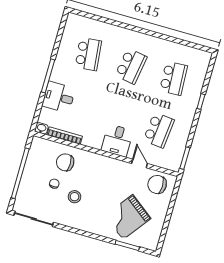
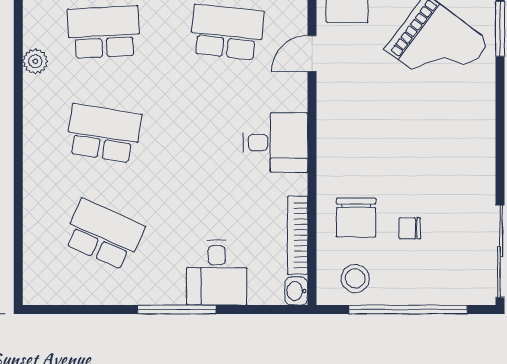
plant: (169, 46) -> (35, 61), added
school desk: (88, 54) -> (104, 235), turned 30
desk: (117, 140) -> (275, 143), moved
stool: (74, 197) -> (355, 278), moved

